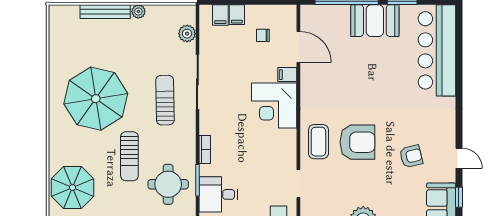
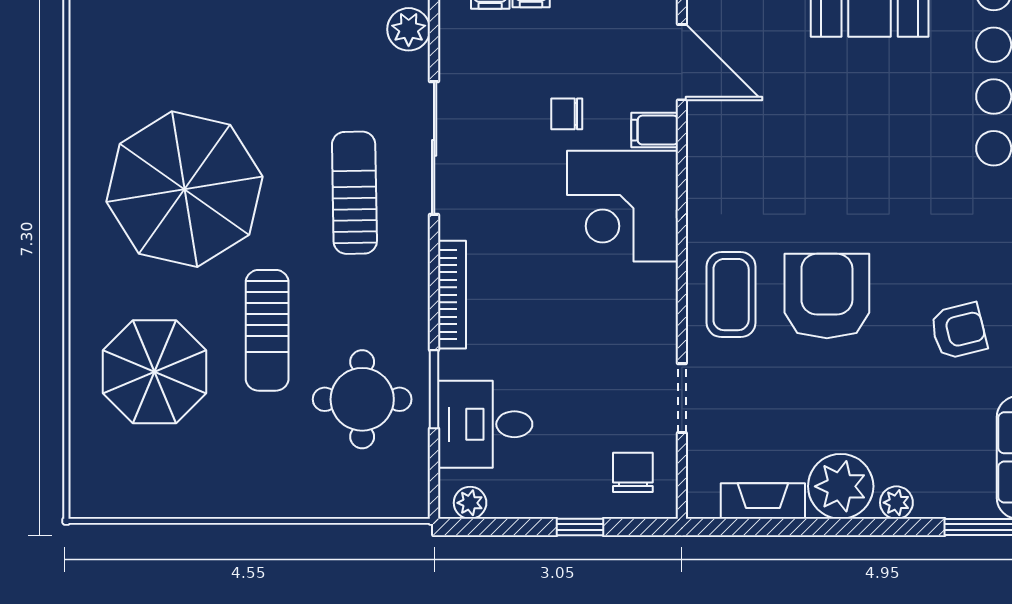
chair: (263, 35) -> (567, 114), moved
armchair: (357, 142) -> (827, 296), turned -90
bookcase: (205, 150) -> (452, 295), width x1.56
parasol: (72, 188) -> (154, 372), moved

